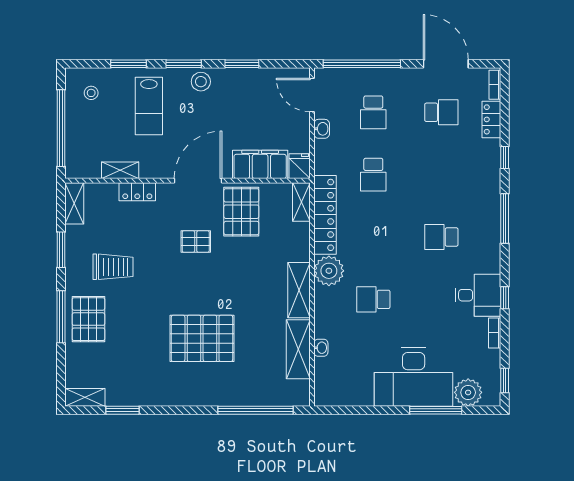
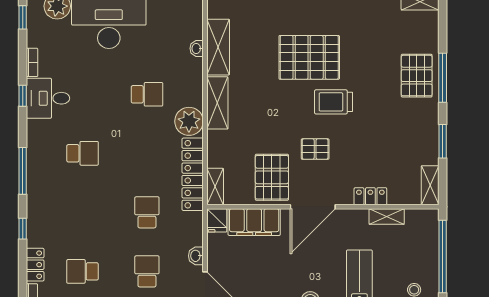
trolley: (113, 267) -> (334, 102), moved

